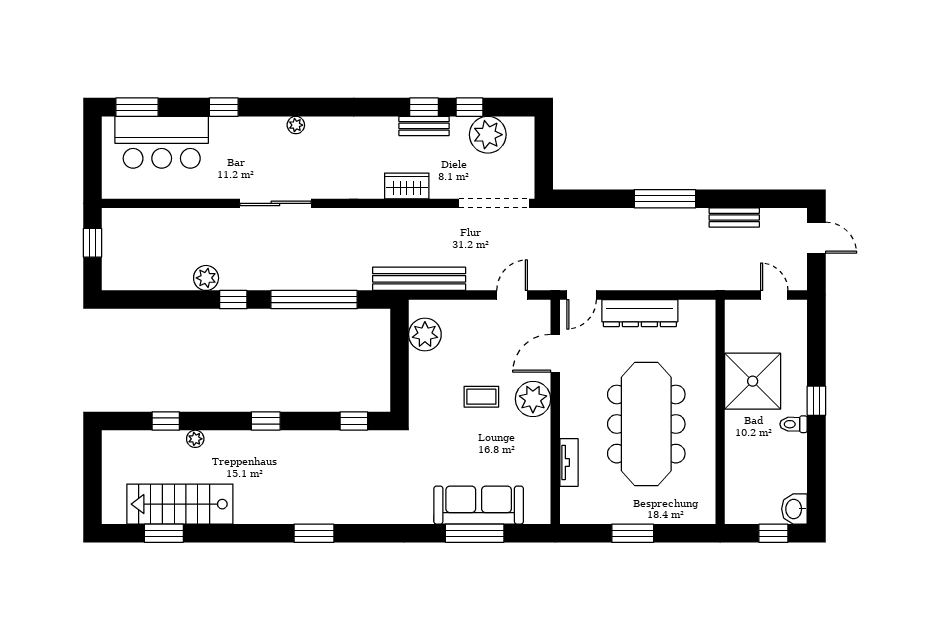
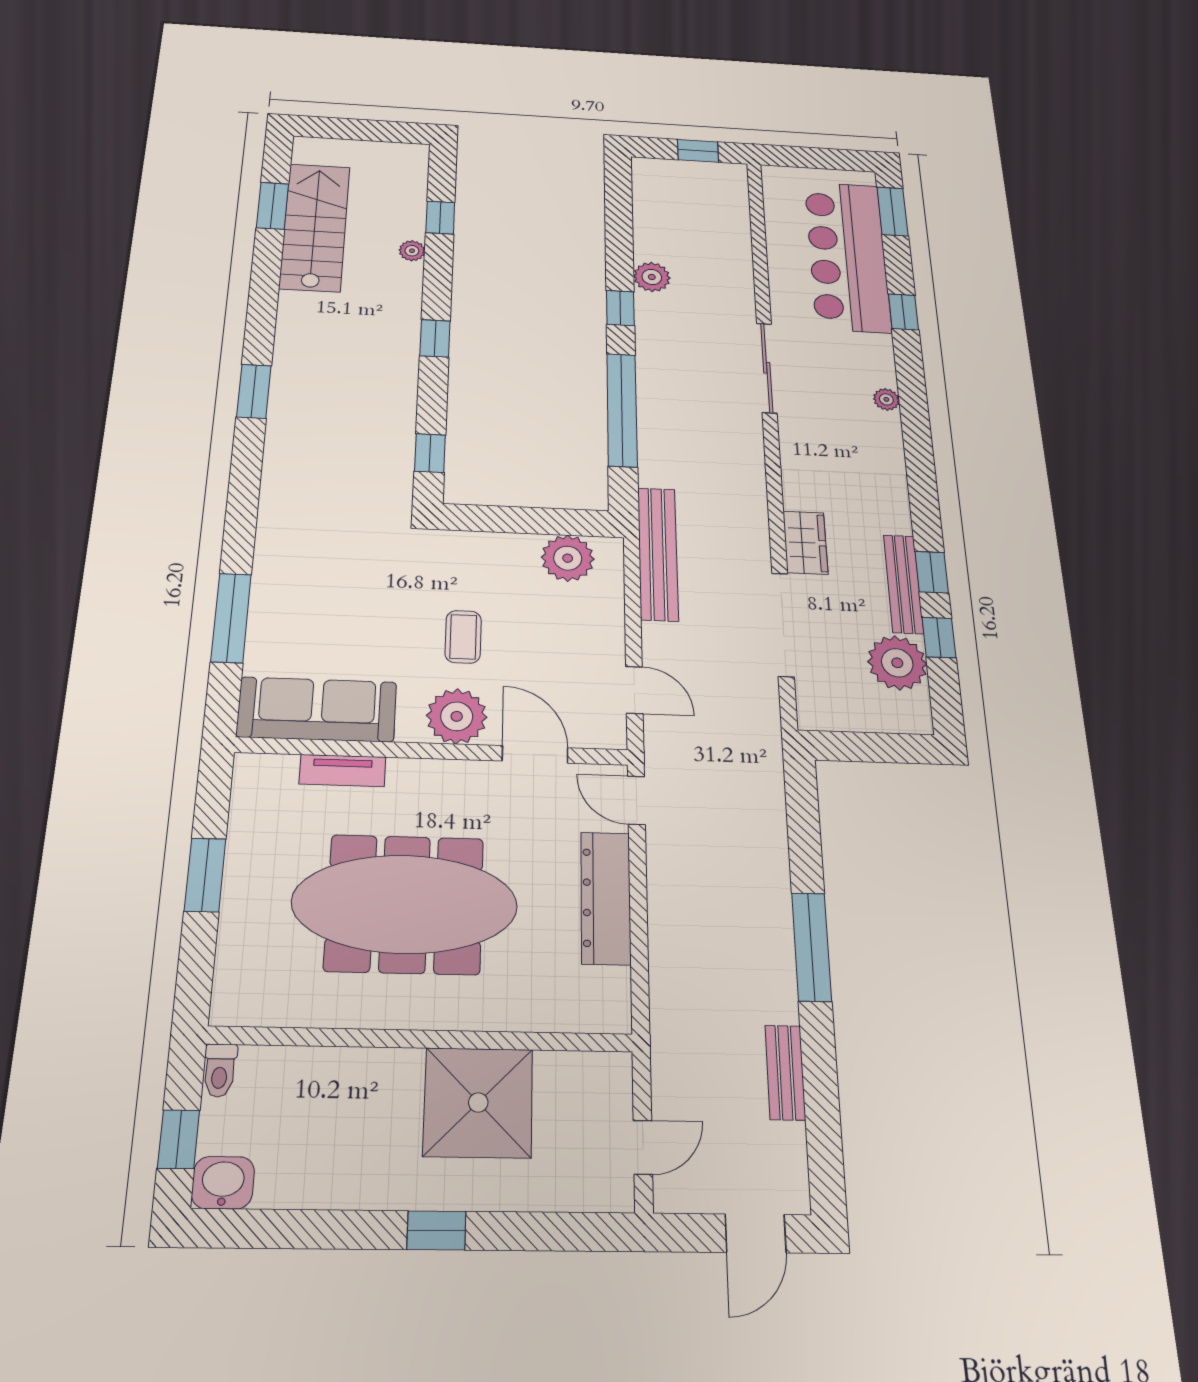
bench: (424, 126) -> (903, 584), width x1.36
bar counter: (162, 142) -> (847, 256), width x1.36
doorway: (494, 203) -> (783, 625), moved
toilet: (794, 424) -> (220, 1070), moved, turned 180
sofa: (479, 505) -> (317, 709), moved, turned -90

